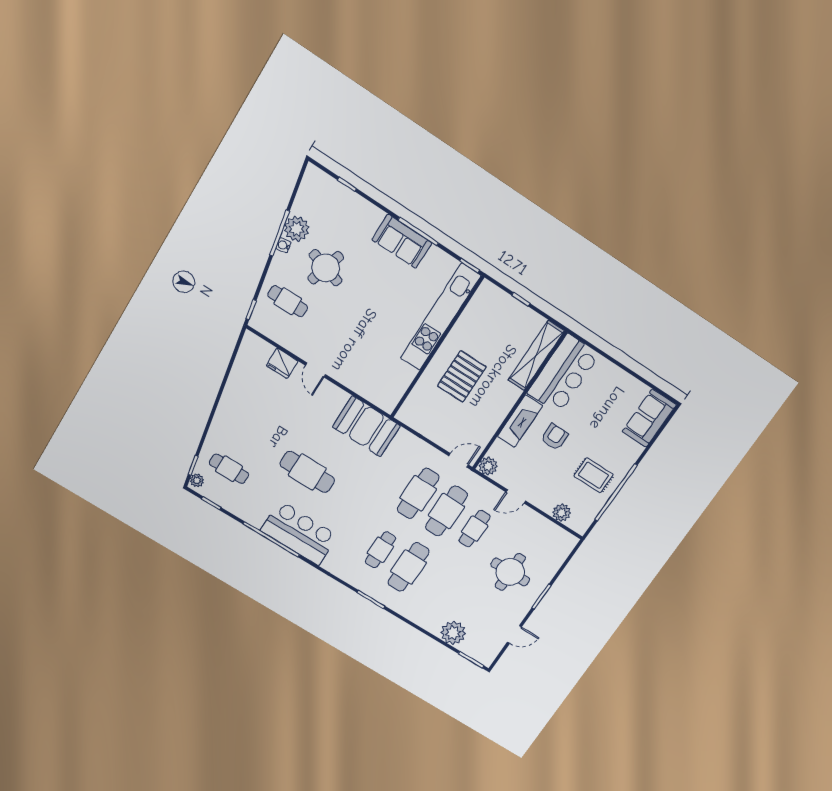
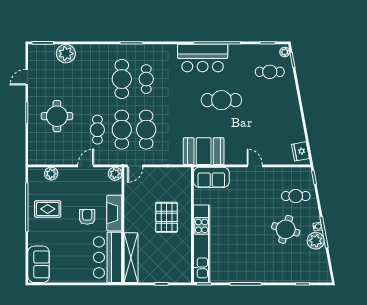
sofa: (402, 241) -> (211, 177), moved, turned 180
fridge: (282, 363) -> (300, 151), moved, turned -100
armchair: (554, 437) -> (87, 217), turned 180

